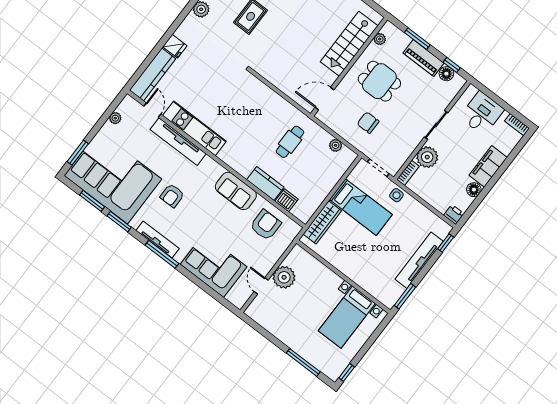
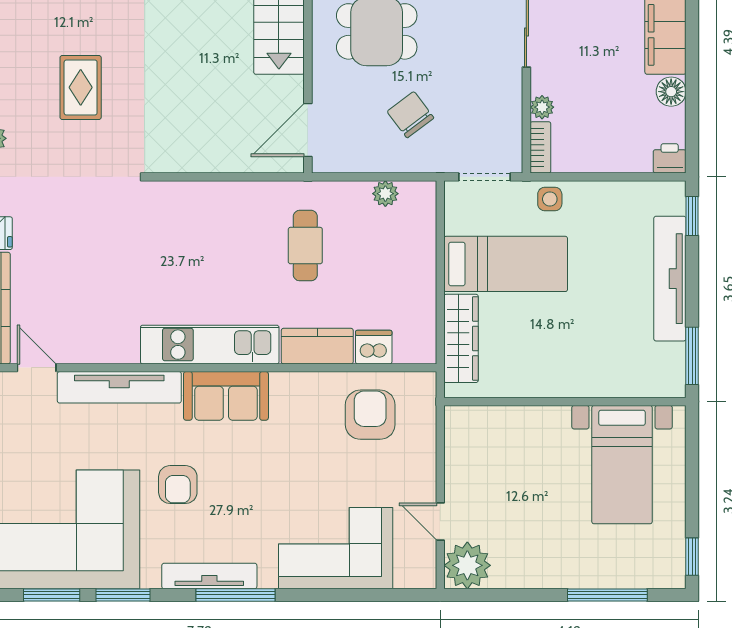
chair: (368, 123) -> (411, 115), turned 53
kitchen unit: (194, 128) -> (210, 345), moved
plant: (427, 157) -> (542, 107), width x0.53, depth x0.53
sofa: (236, 191) -> (226, 396), moved
plant: (284, 277) -> (467, 565), moved

